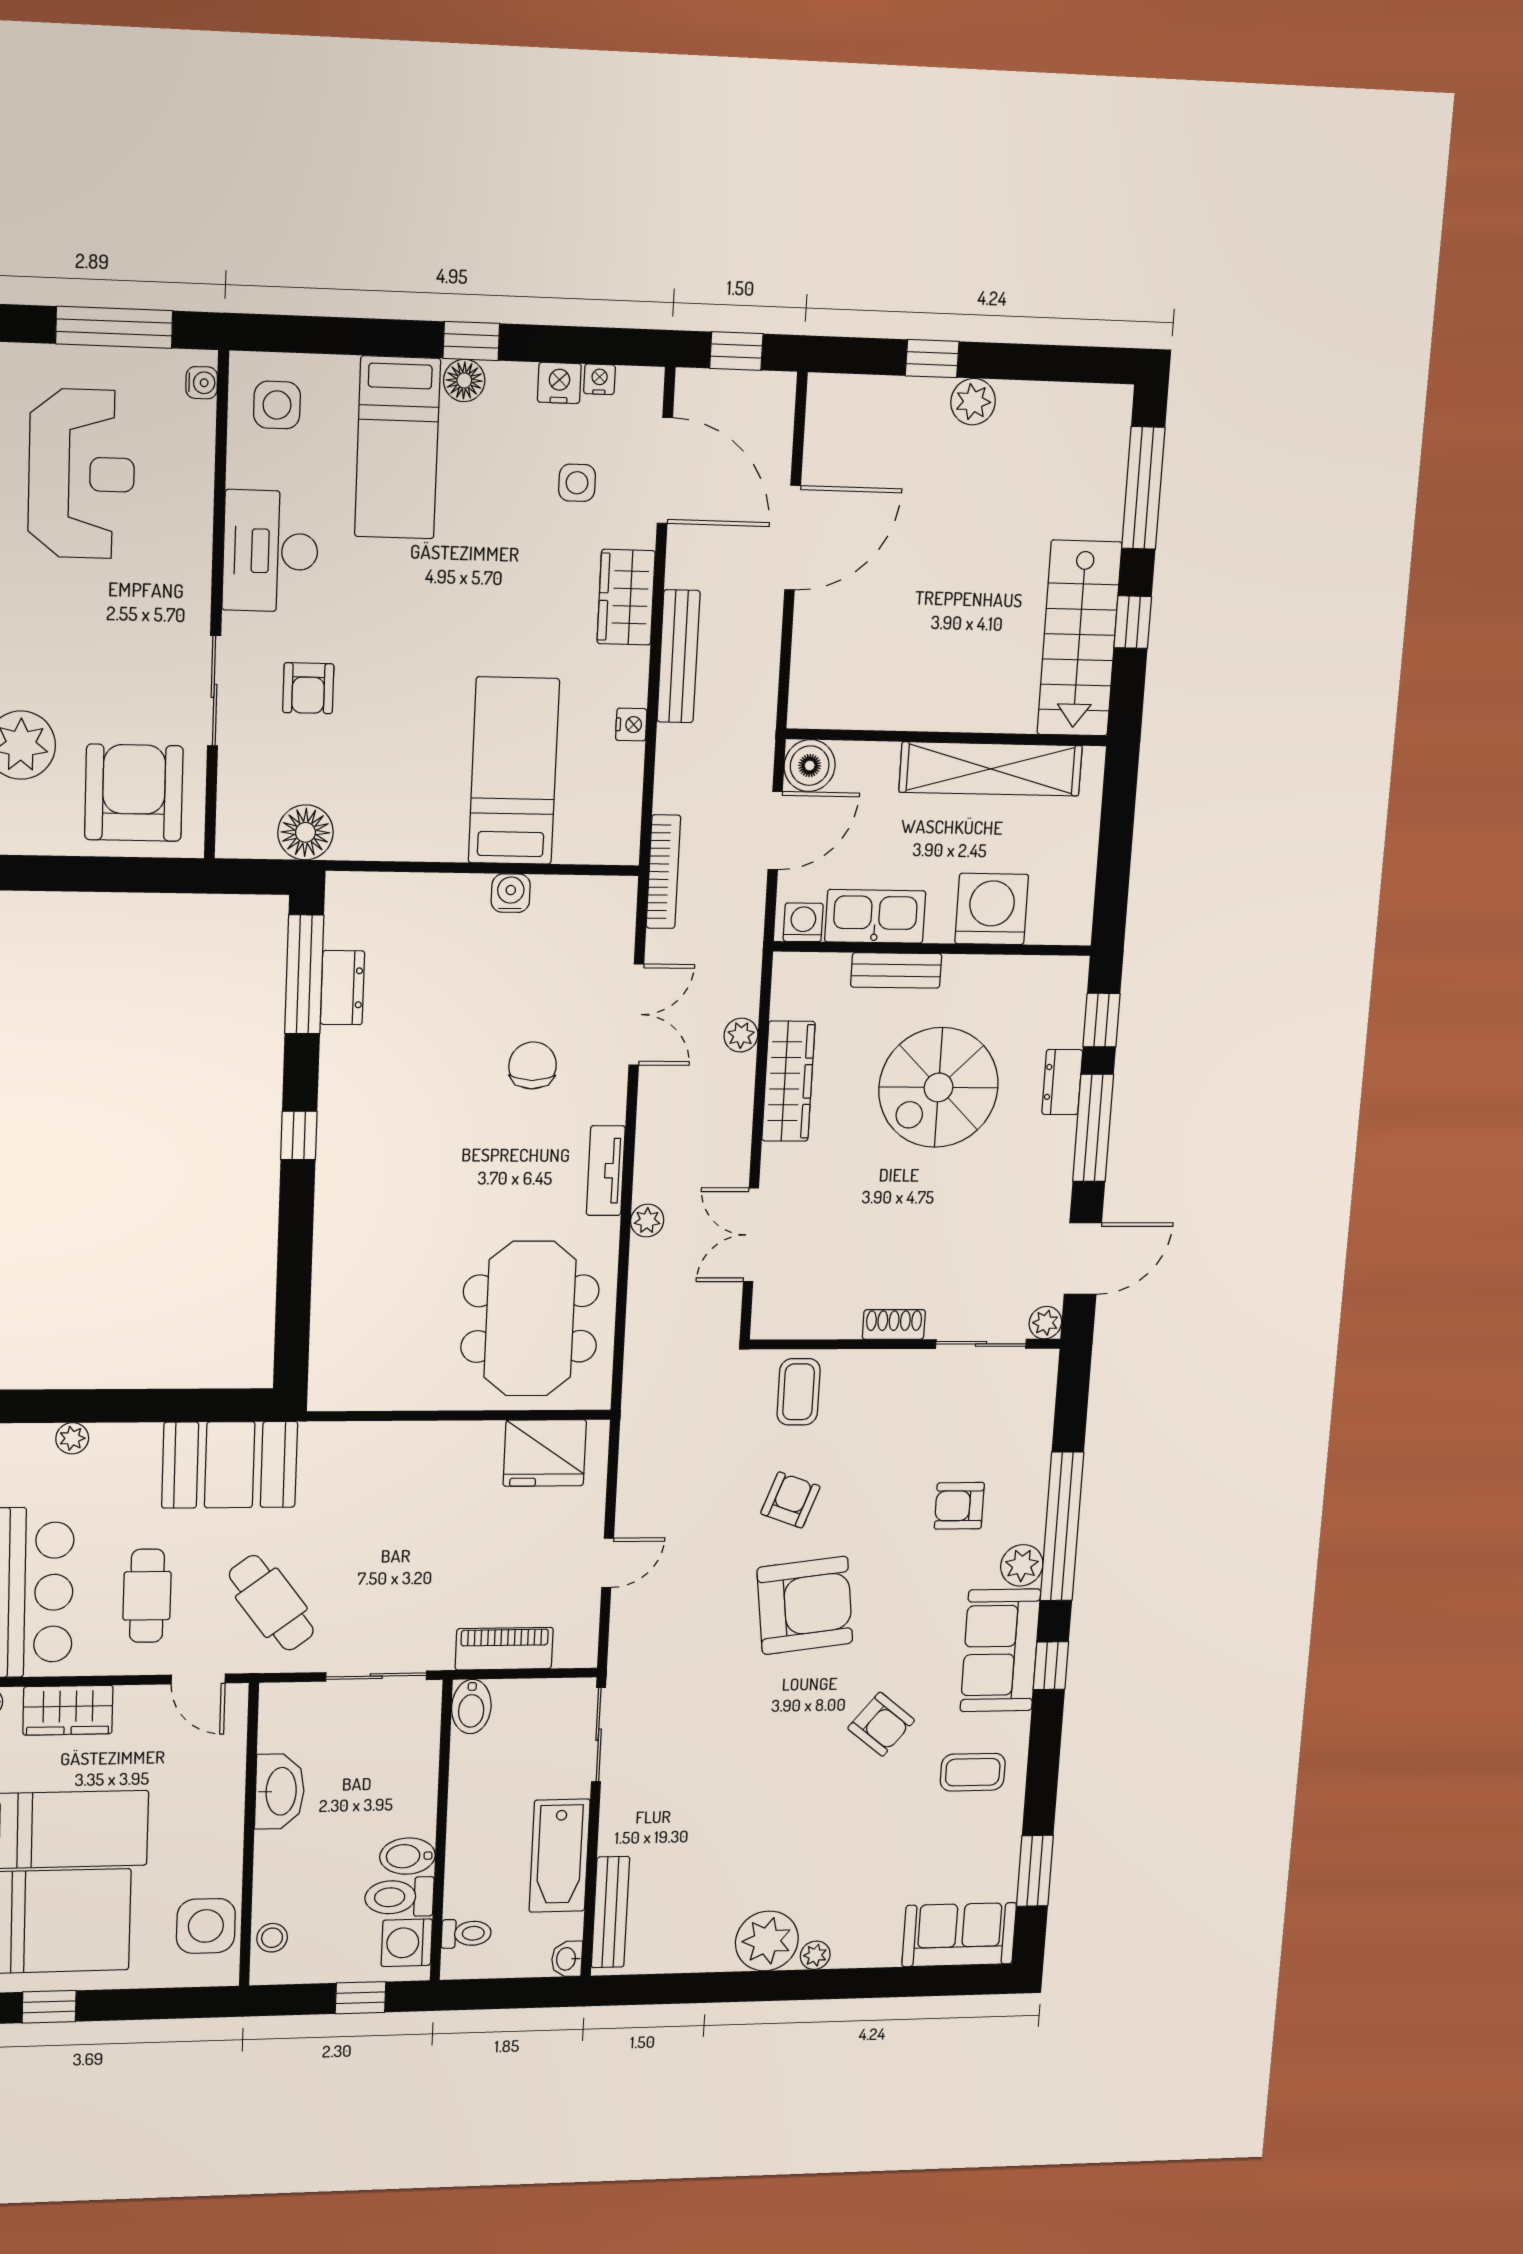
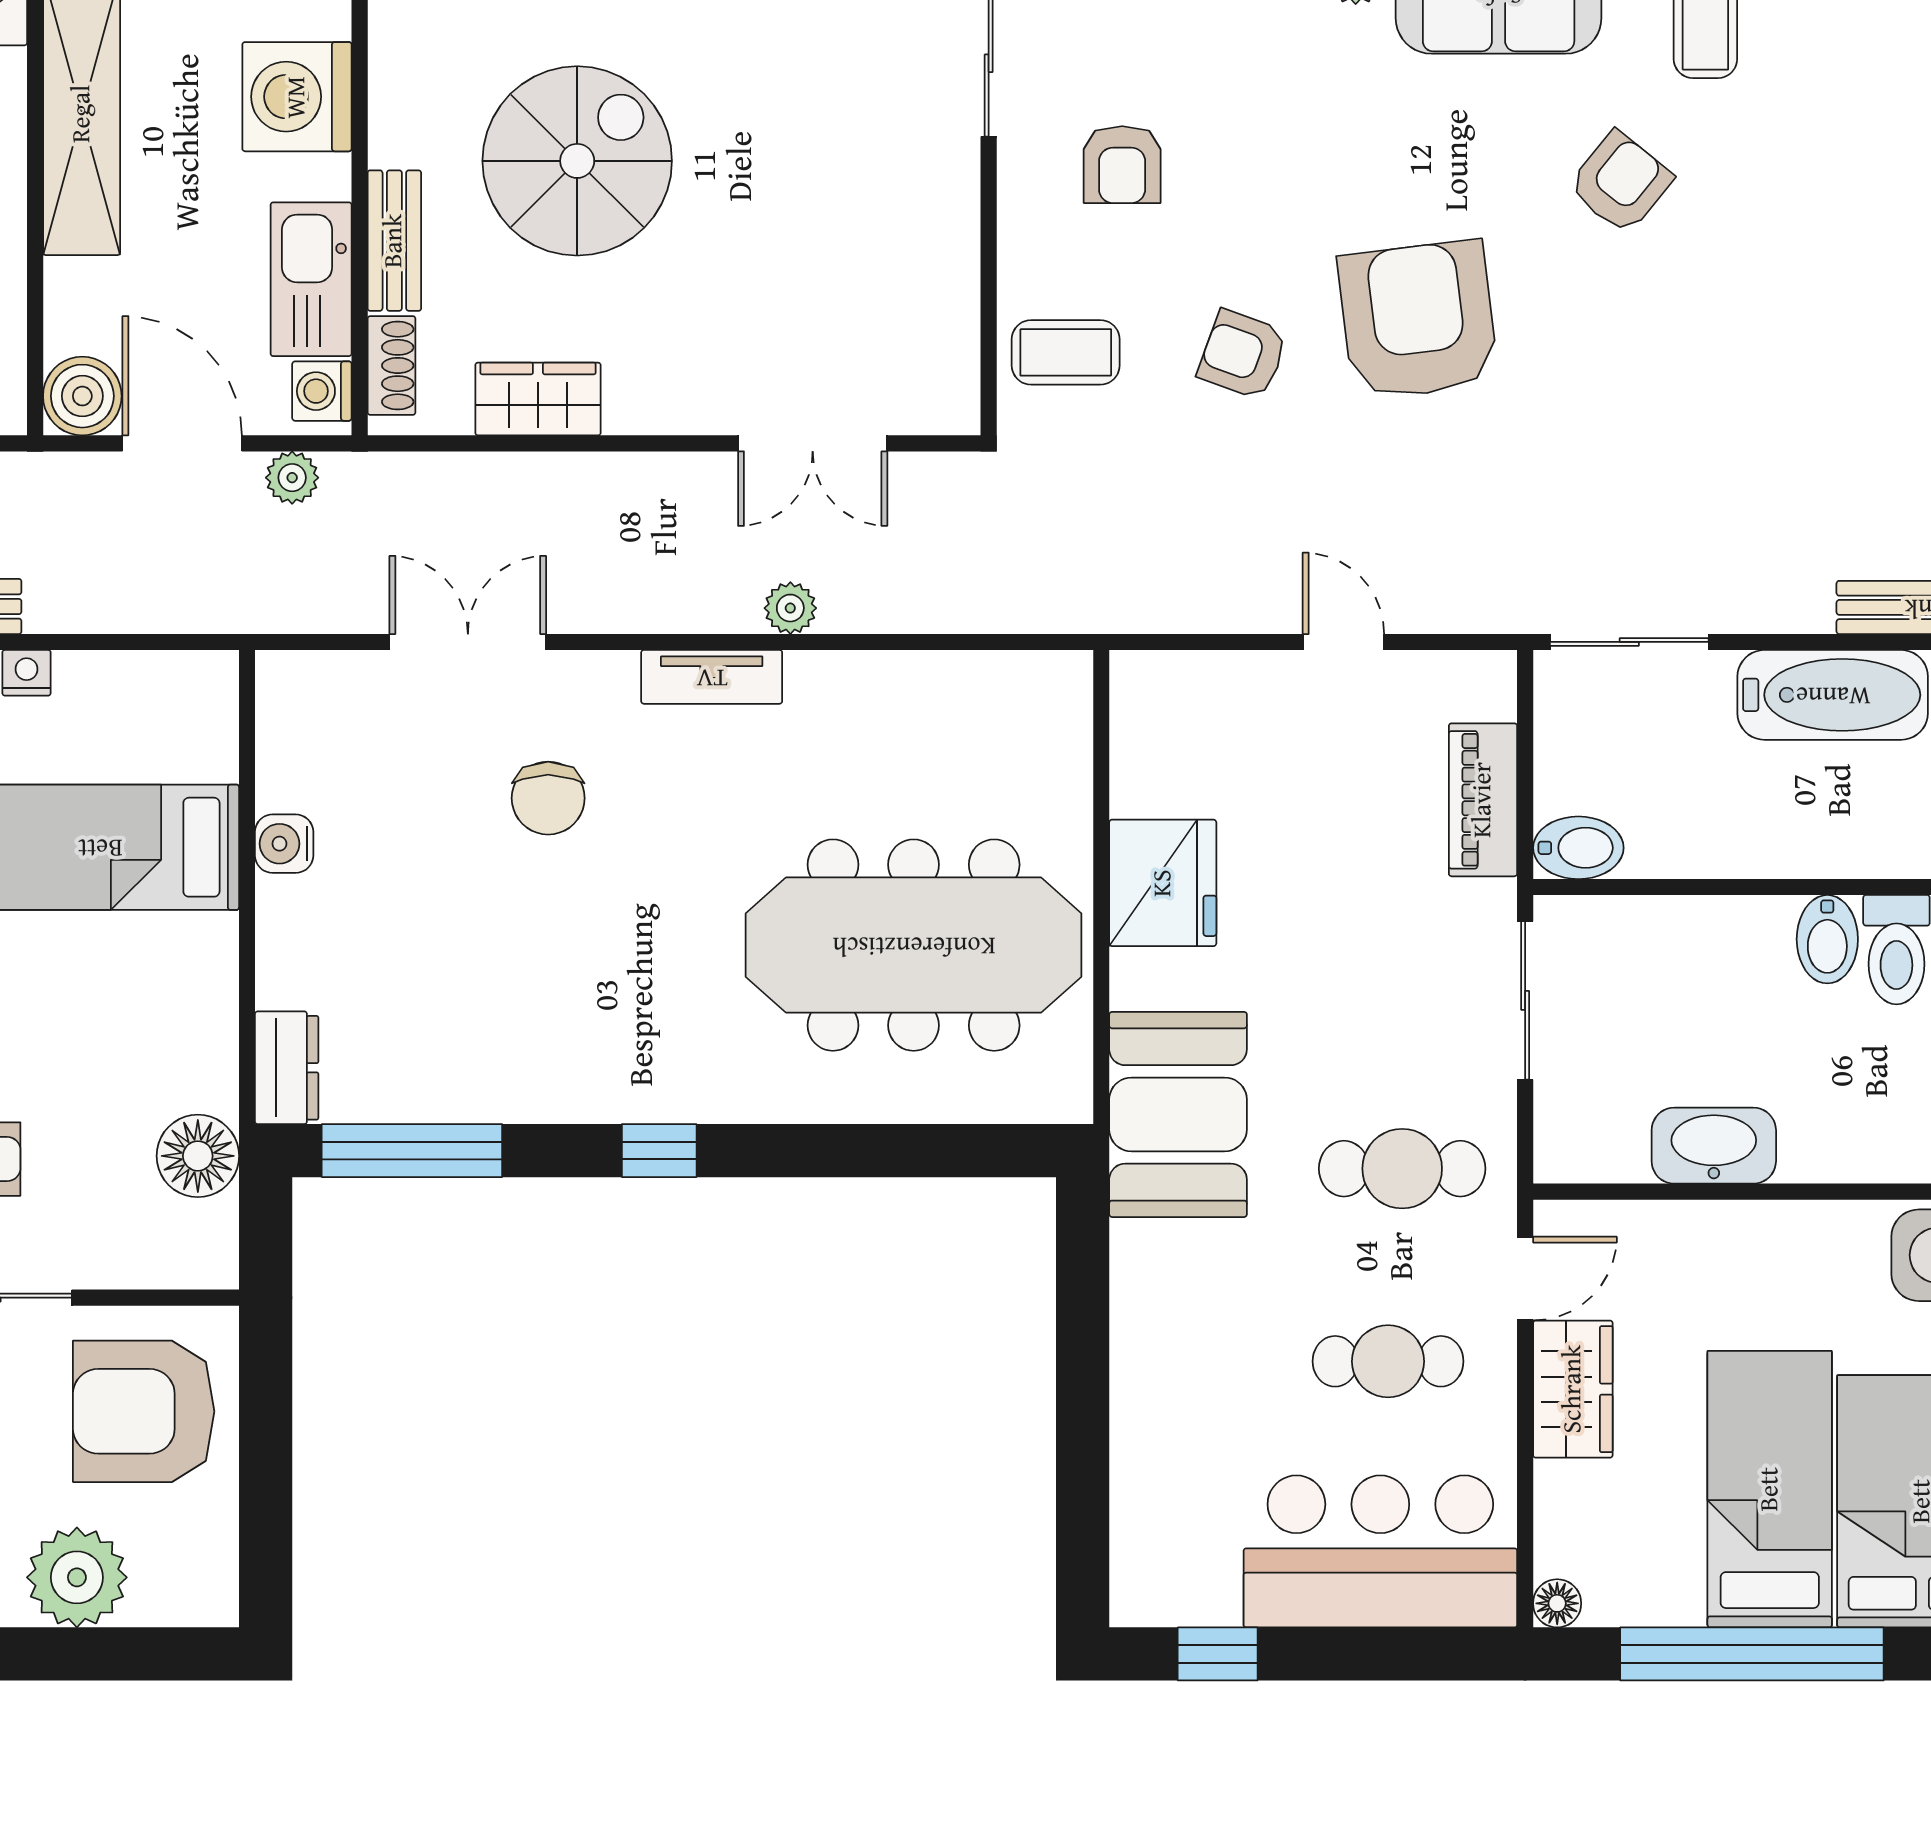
bookcase: (663, 872) -> (248, 612), removed
dresser: (342, 988) -> (287, 1068), moved, turned 90
plant: (741, 1035) -> (292, 478), moved
chair: (533, 1066) -> (548, 798), turned -90
wardrobe: (788, 1081) -> (538, 399), width x0.67
spiral stairs: (939, 1087) -> (577, 161), turned -90
meeting table: (530, 1319) -> (914, 945), moved, width x1.36
shoe rack: (894, 1324) -> (391, 365), moved, turned 180
plant: (72, 1438) -> (1134, 1481), removed
fridge: (545, 1453) -> (1163, 883), moved
booth: (230, 1465) -> (1178, 1114), moved
armchair: (959, 1506) -> (1122, 165), moved
cafe table: (271, 1603) -> (1402, 1169), turned 37
wardrobe: (68, 1710) -> (1573, 1389), moved

